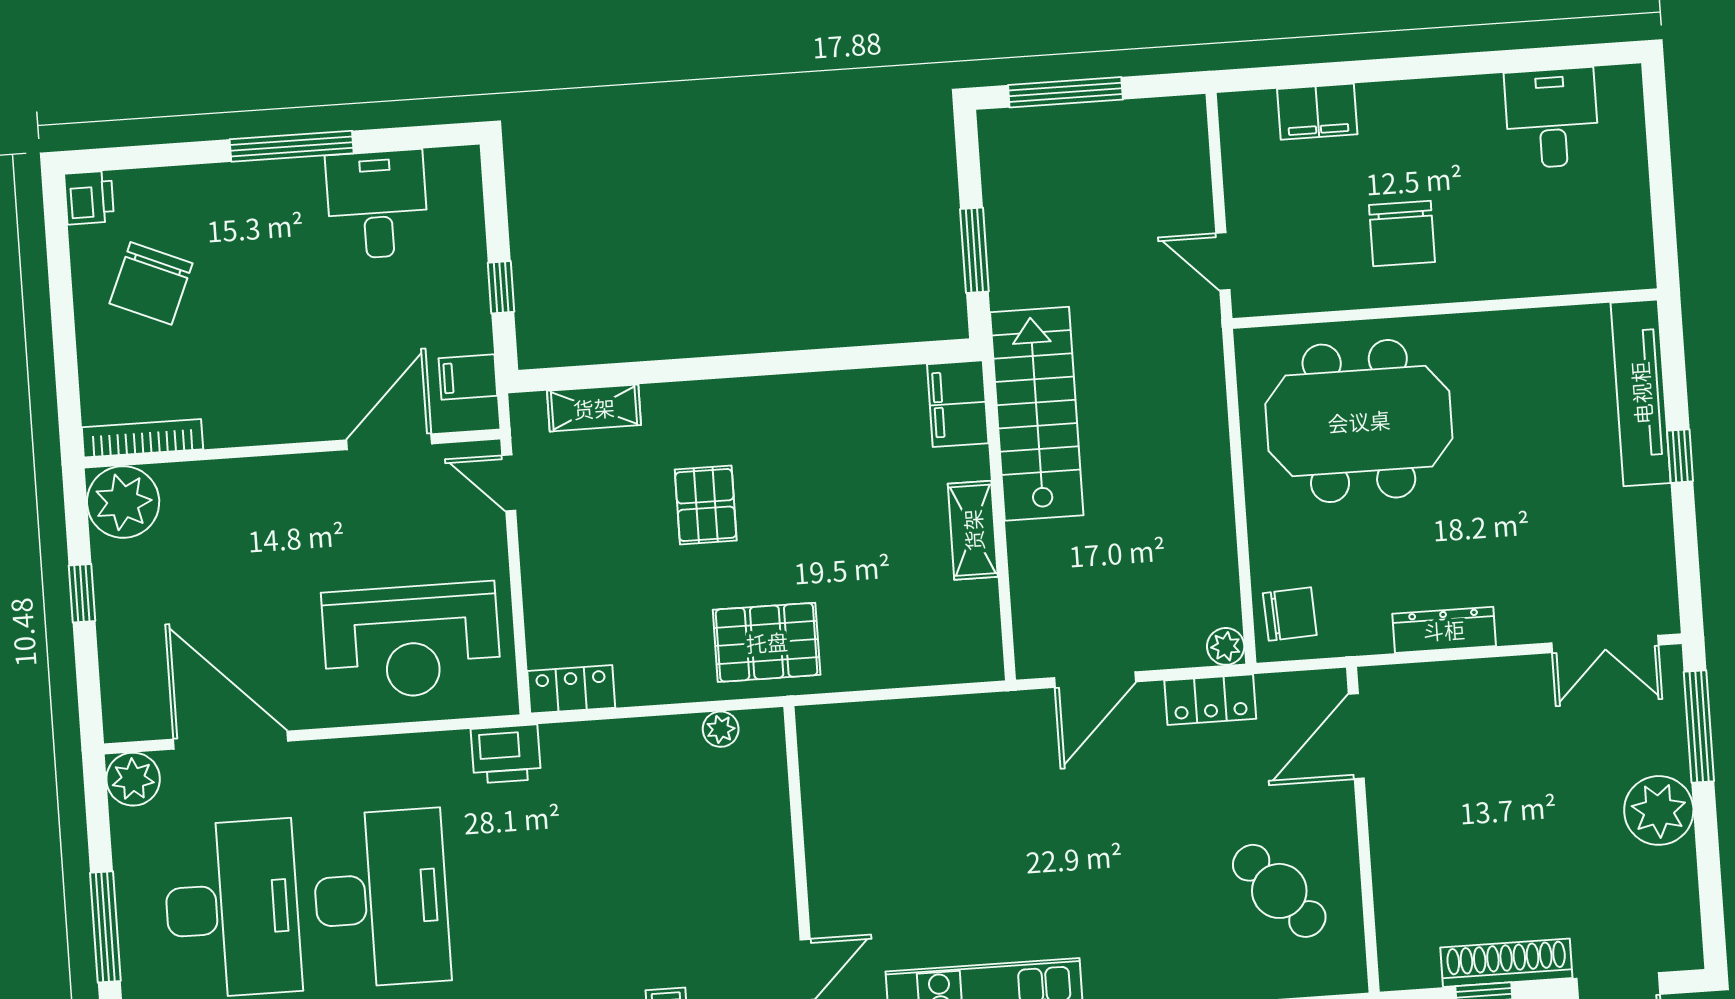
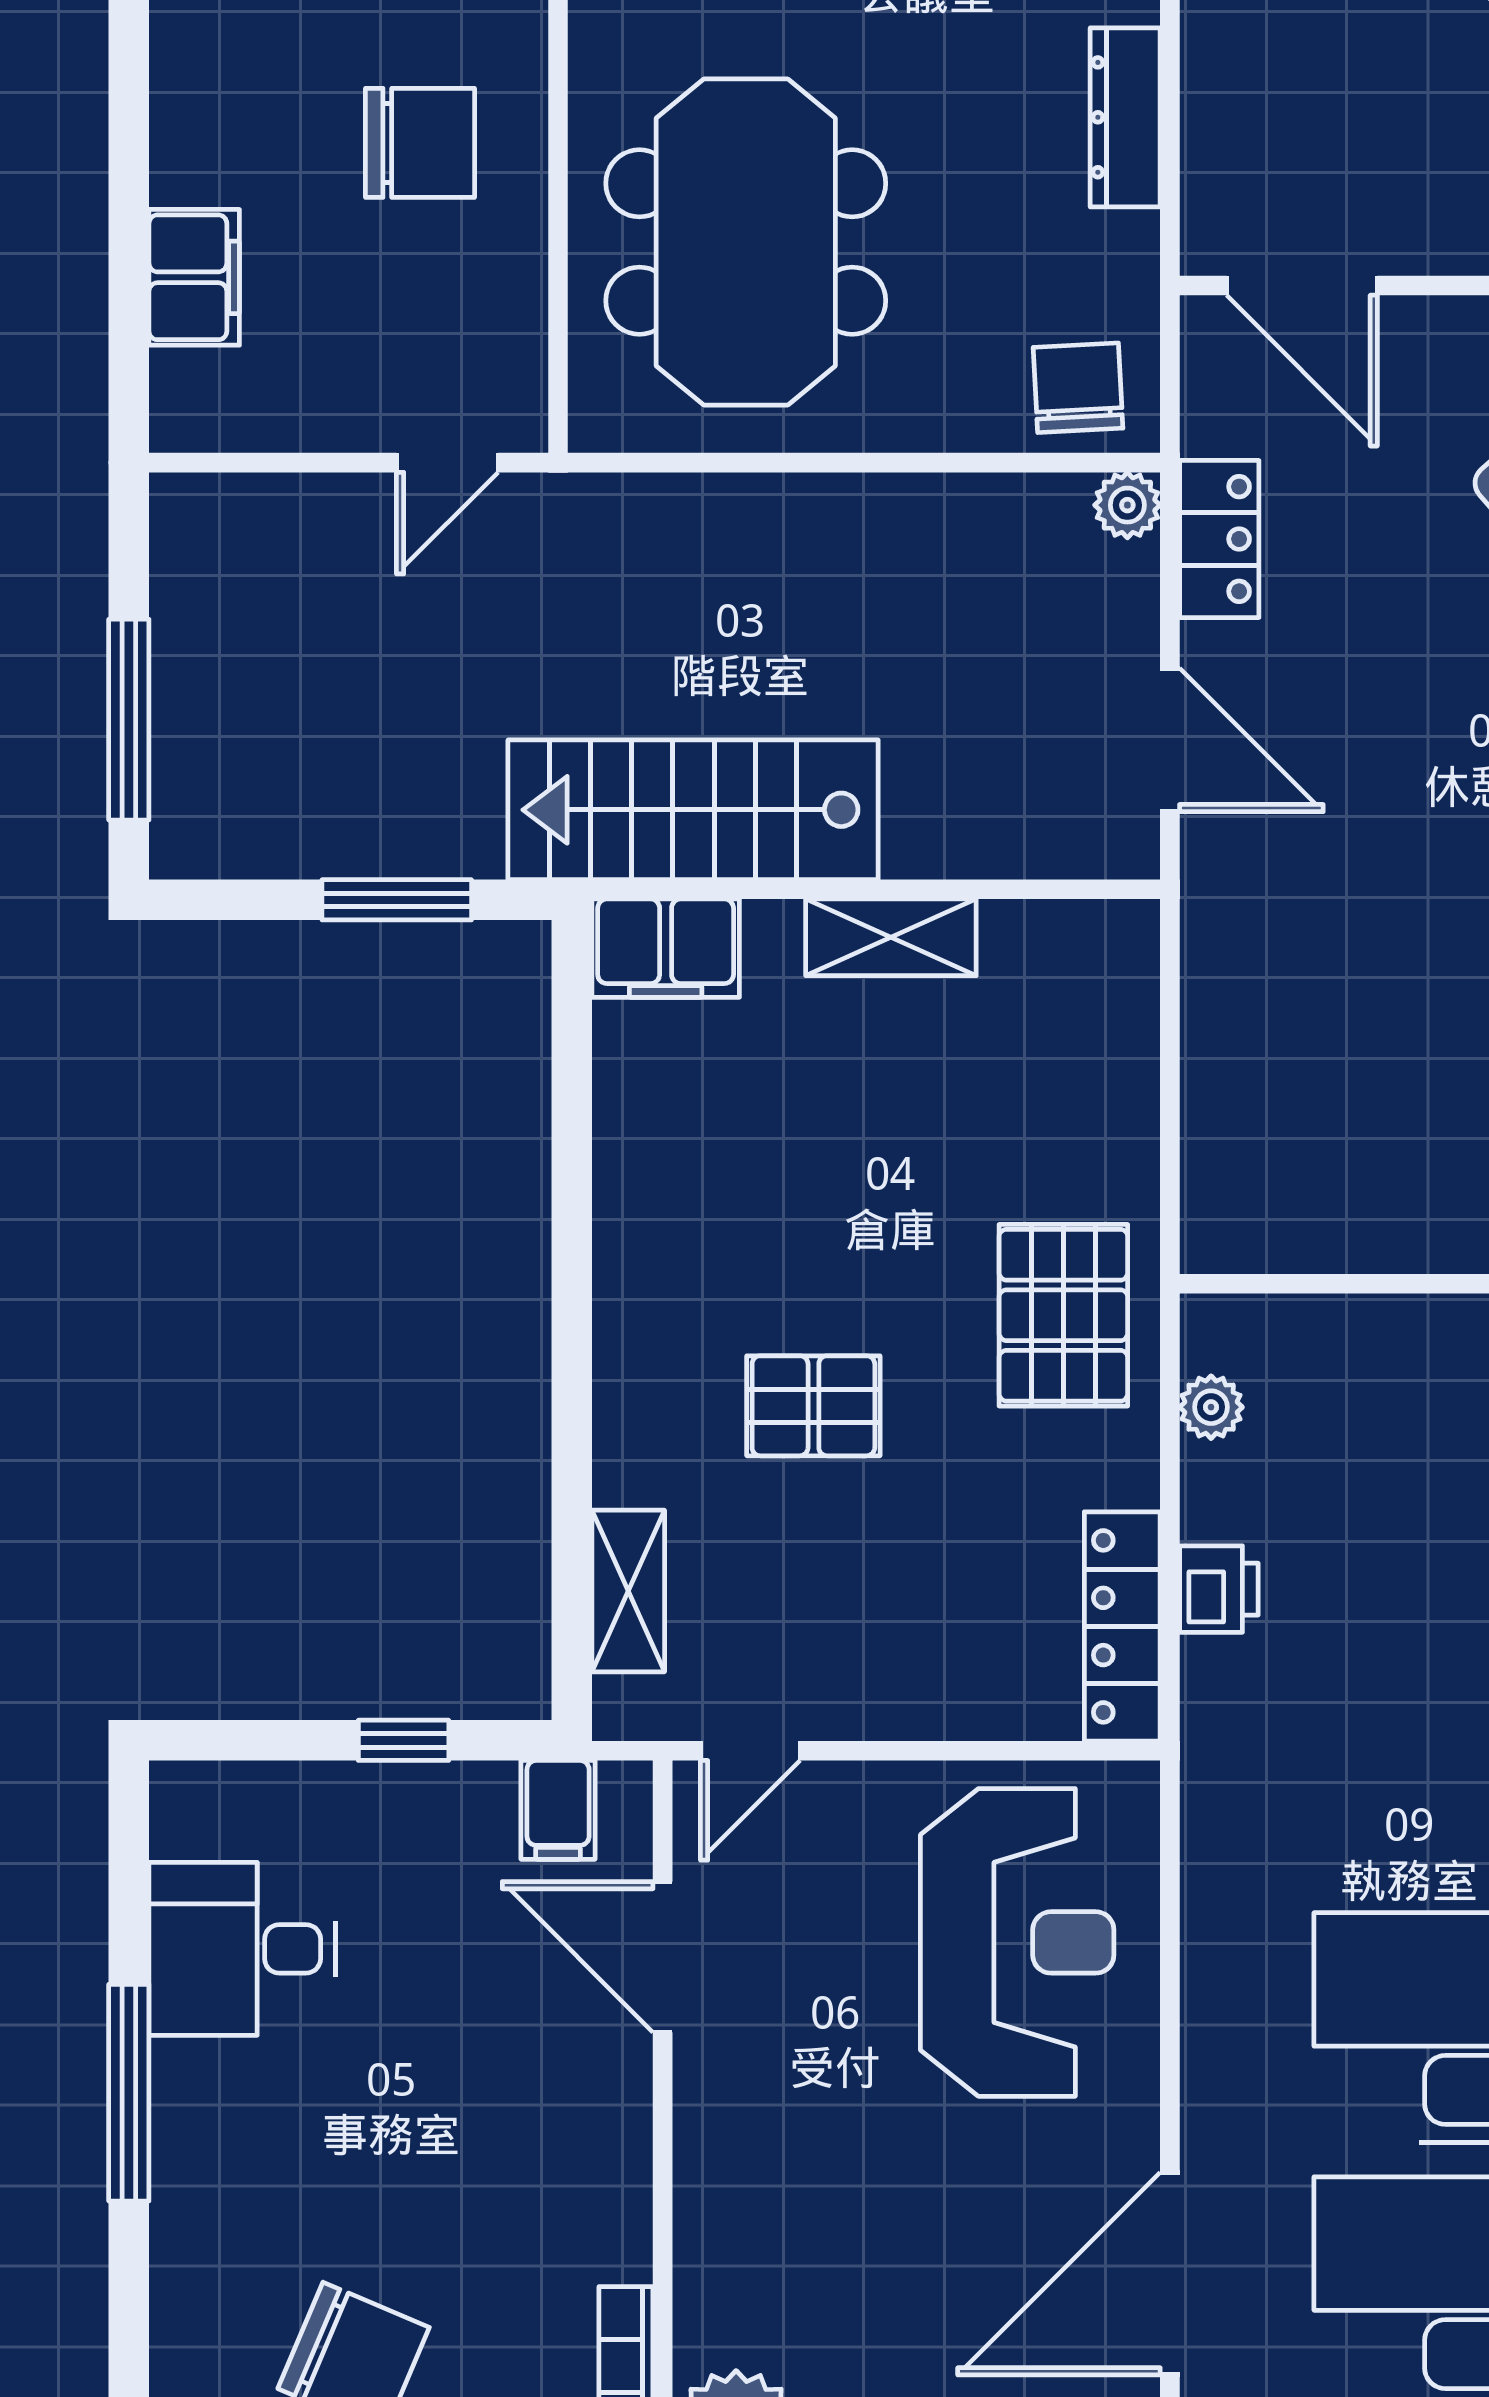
locker: (571, 689) -> (1122, 1626), width x1.53
printer: (506, 754) -> (1219, 1589), moved, width x0.73, depth x0.81

